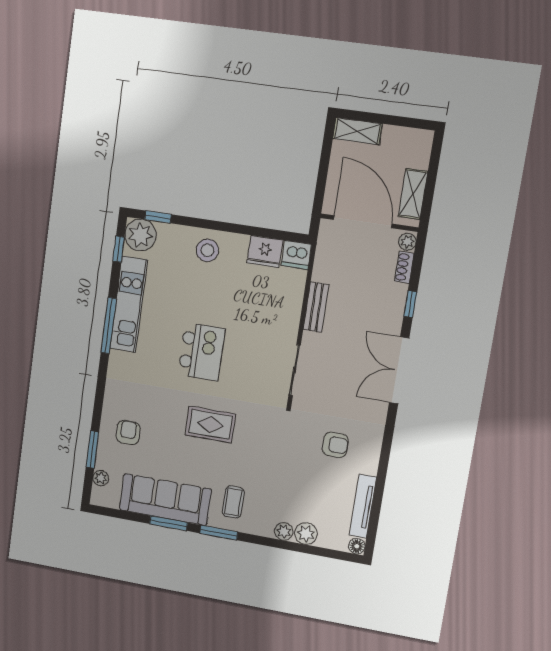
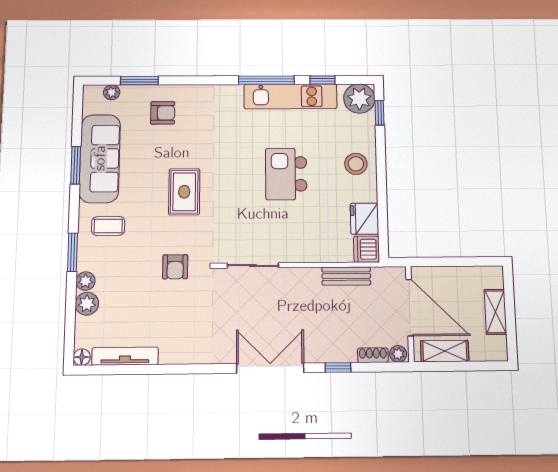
shelving: (357, 131) -> (495, 312), moved
door: (363, 222) -> (410, 308), hinge flipped
window: (119, 249) -> (322, 80), moved
bench: (316, 307) -> (346, 276), moved
kitchen island: (201, 352) -> (286, 174), moved, turned 90
armchair: (335, 445) -> (175, 267), moved
window: (219, 533) -> (73, 252), moved

